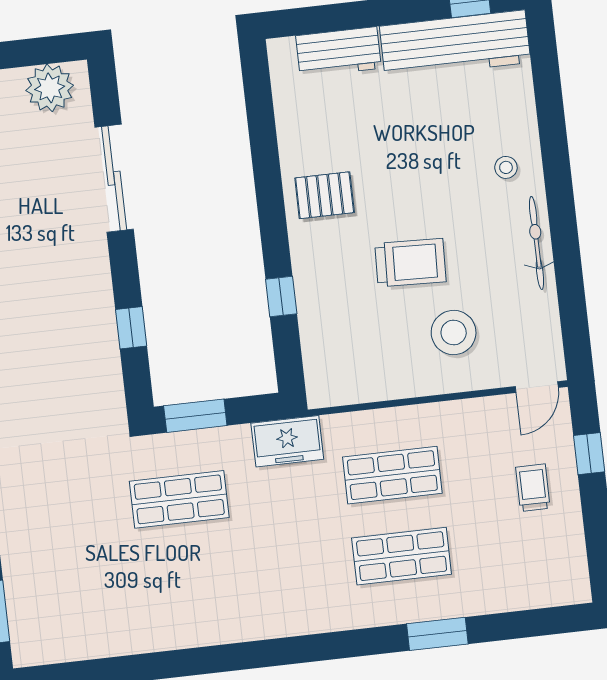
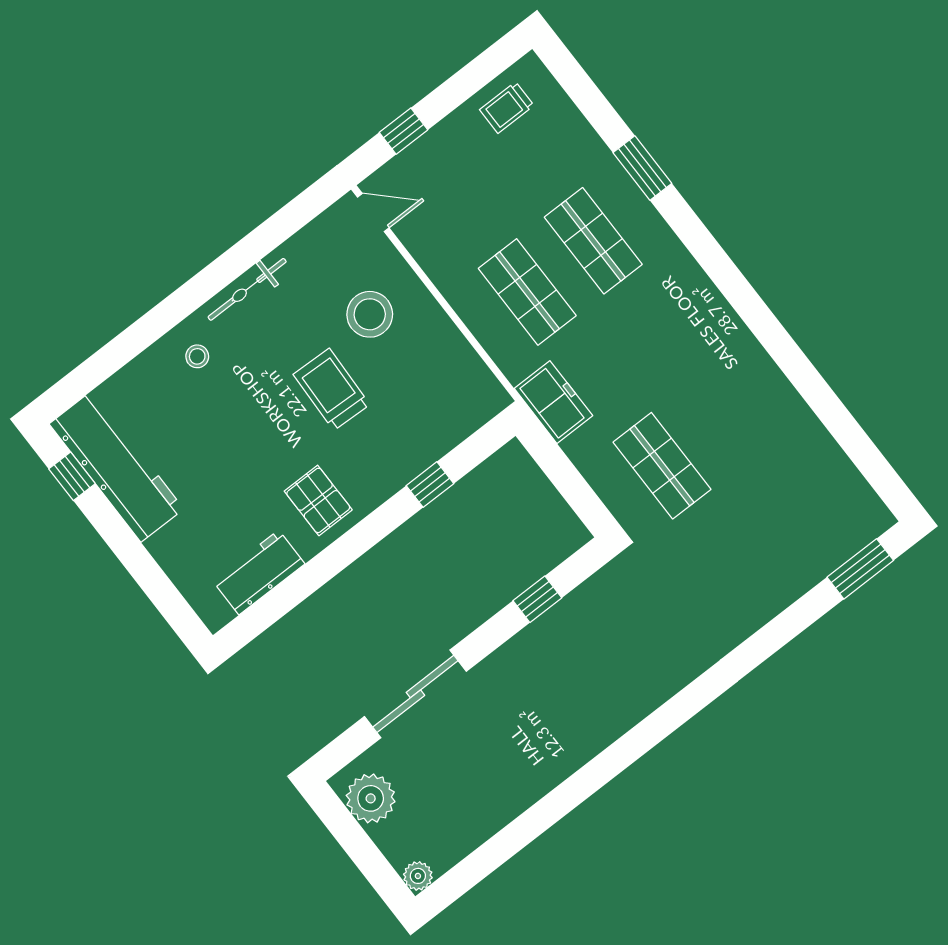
workbench: (339, 52) -> (259, 572), moved, turned -90
window: (195, 416) -> (580, 496), removed
trolley: (533, 488) -> (507, 108), moved

